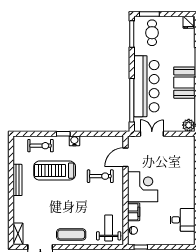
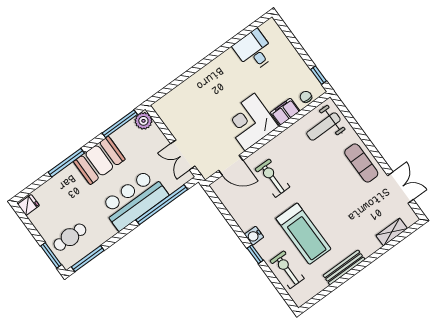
bar counter: (146, 86) -> (134, 200), width x0.73
shelving: (18, 234) -> (392, 232), moved

